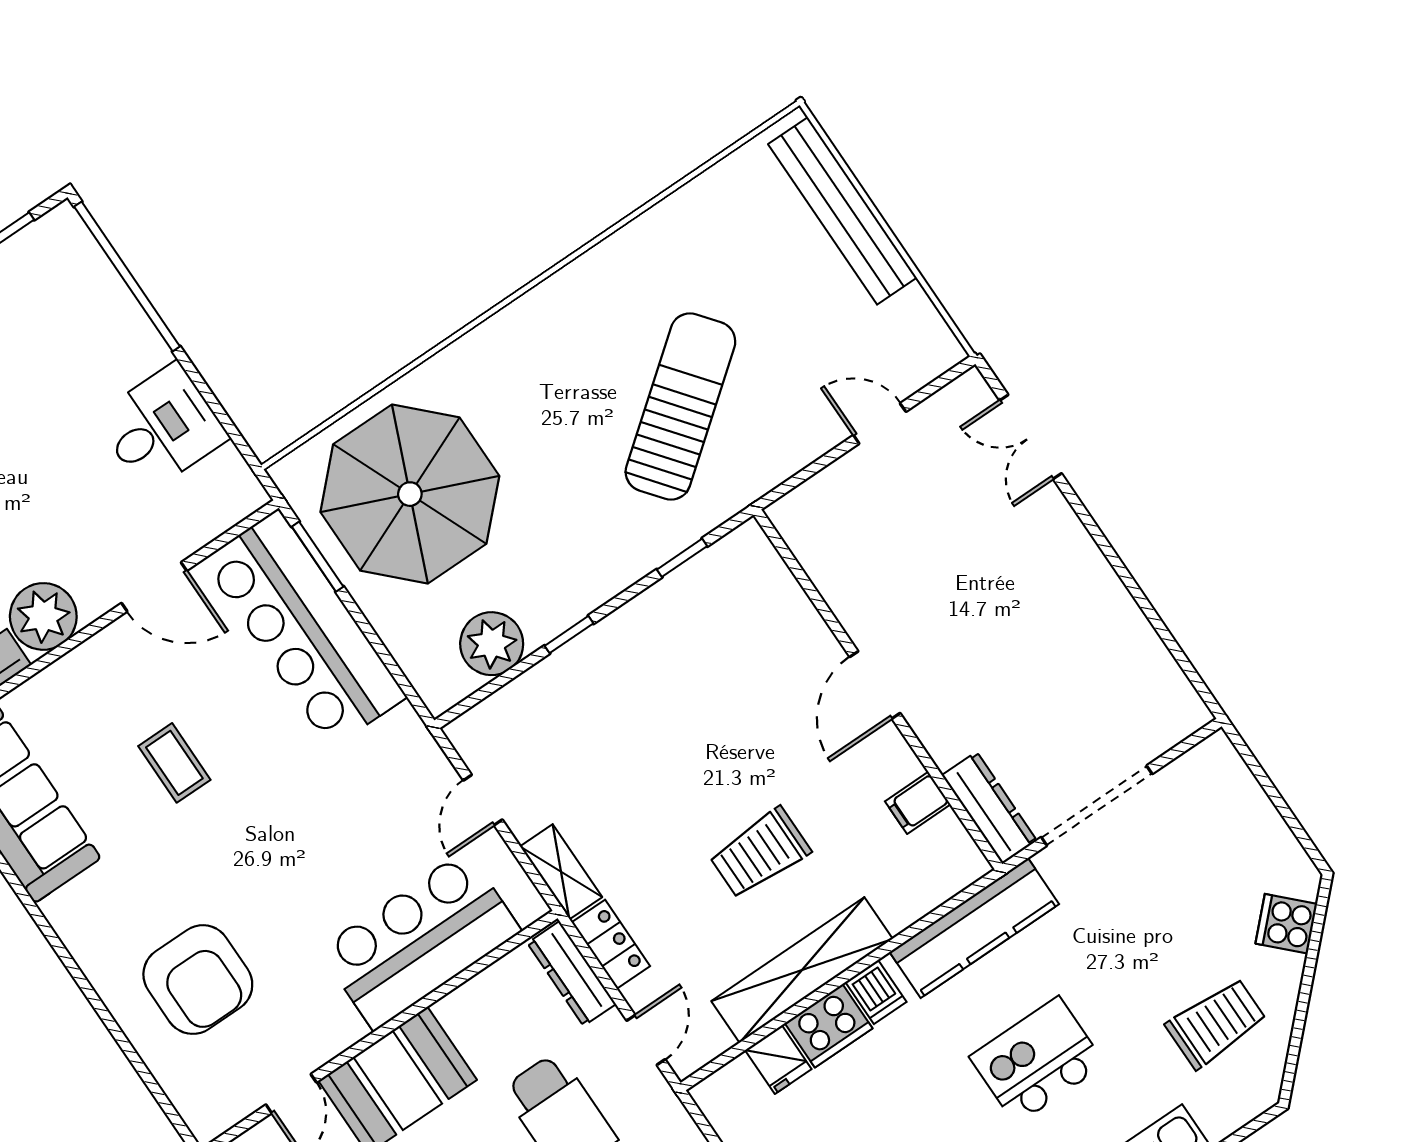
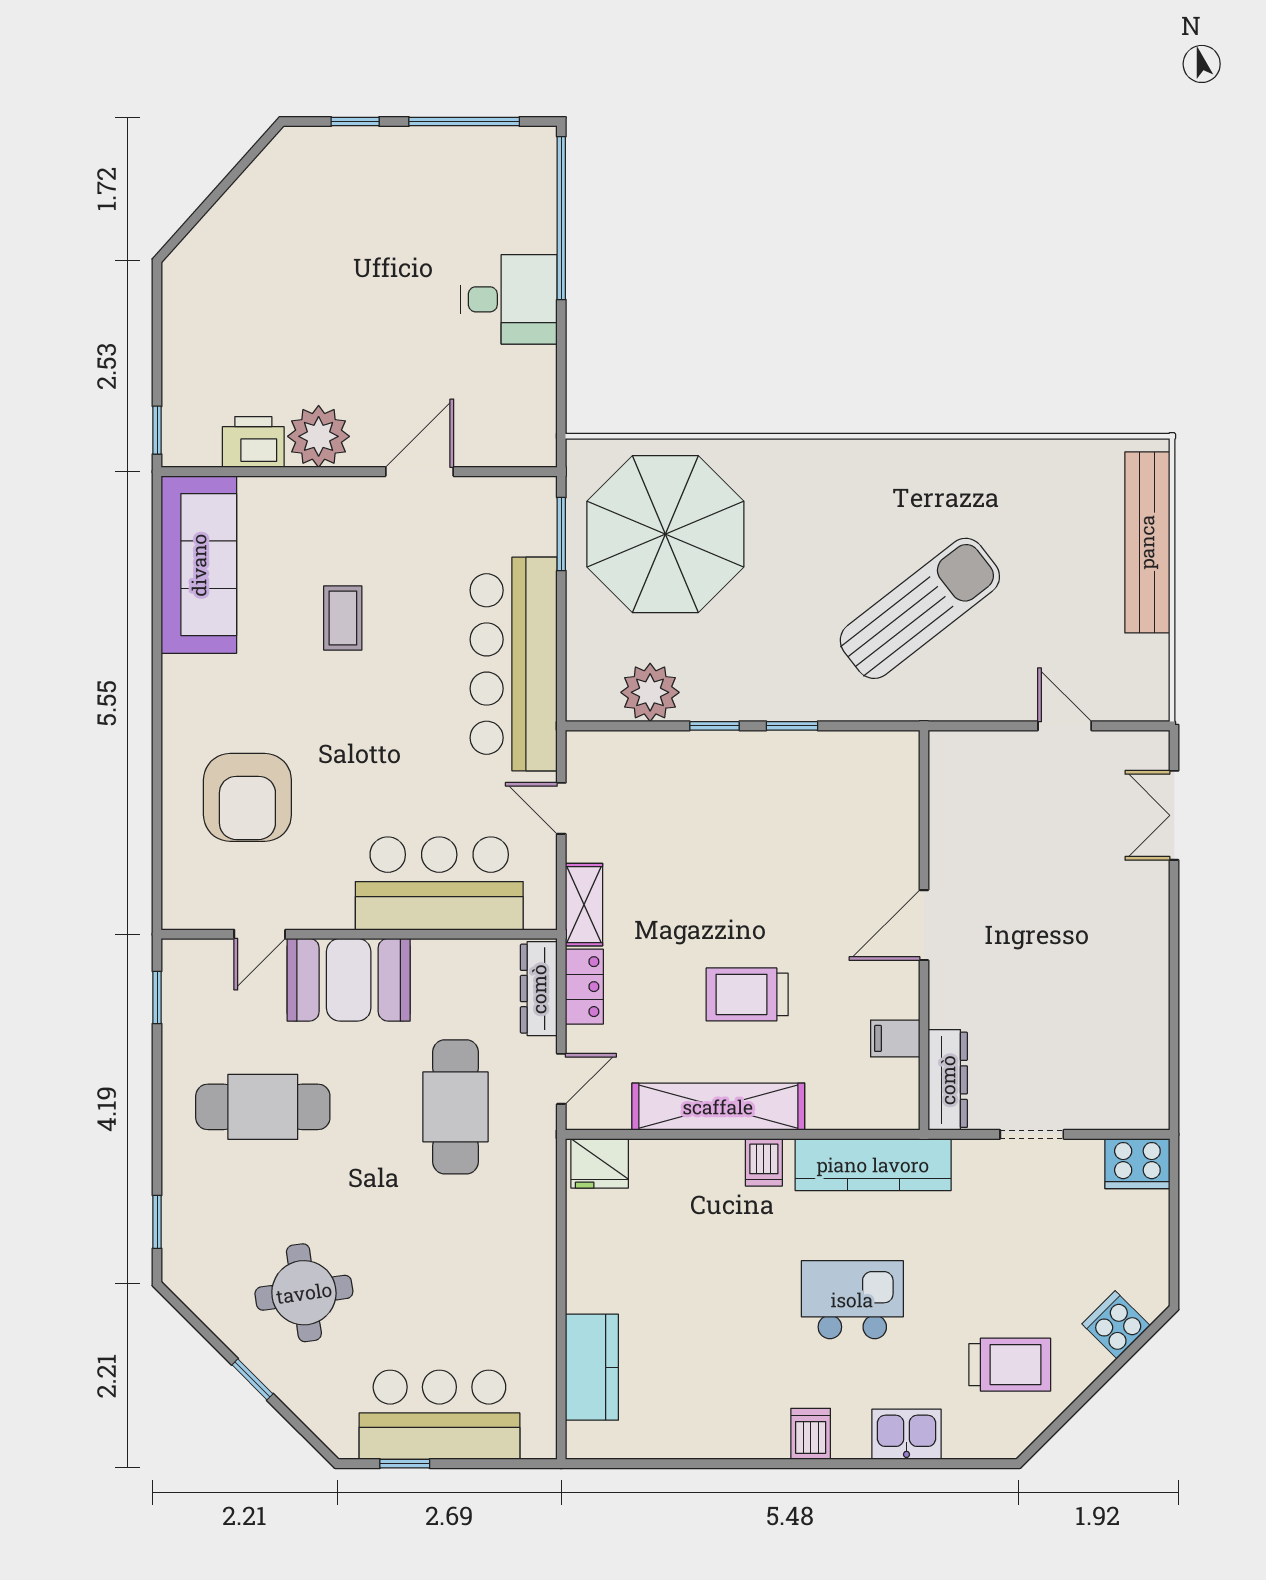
desk: (162, 427) -> (509, 299), moved
window: (682, 558) -> (792, 726), moved
door: (154, 587) -> (419, 472), swing flipped
bar counter: (305, 629) -> (514, 664), moved
door: (483, 800) -> (561, 808), hinge flipped
doorway: (1097, 806) -> (1032, 1134), width x0.53
cooker: (829, 1026) -> (1137, 1164), moved
fridge: (778, 1060) -> (600, 1163), moved, width x1.38

